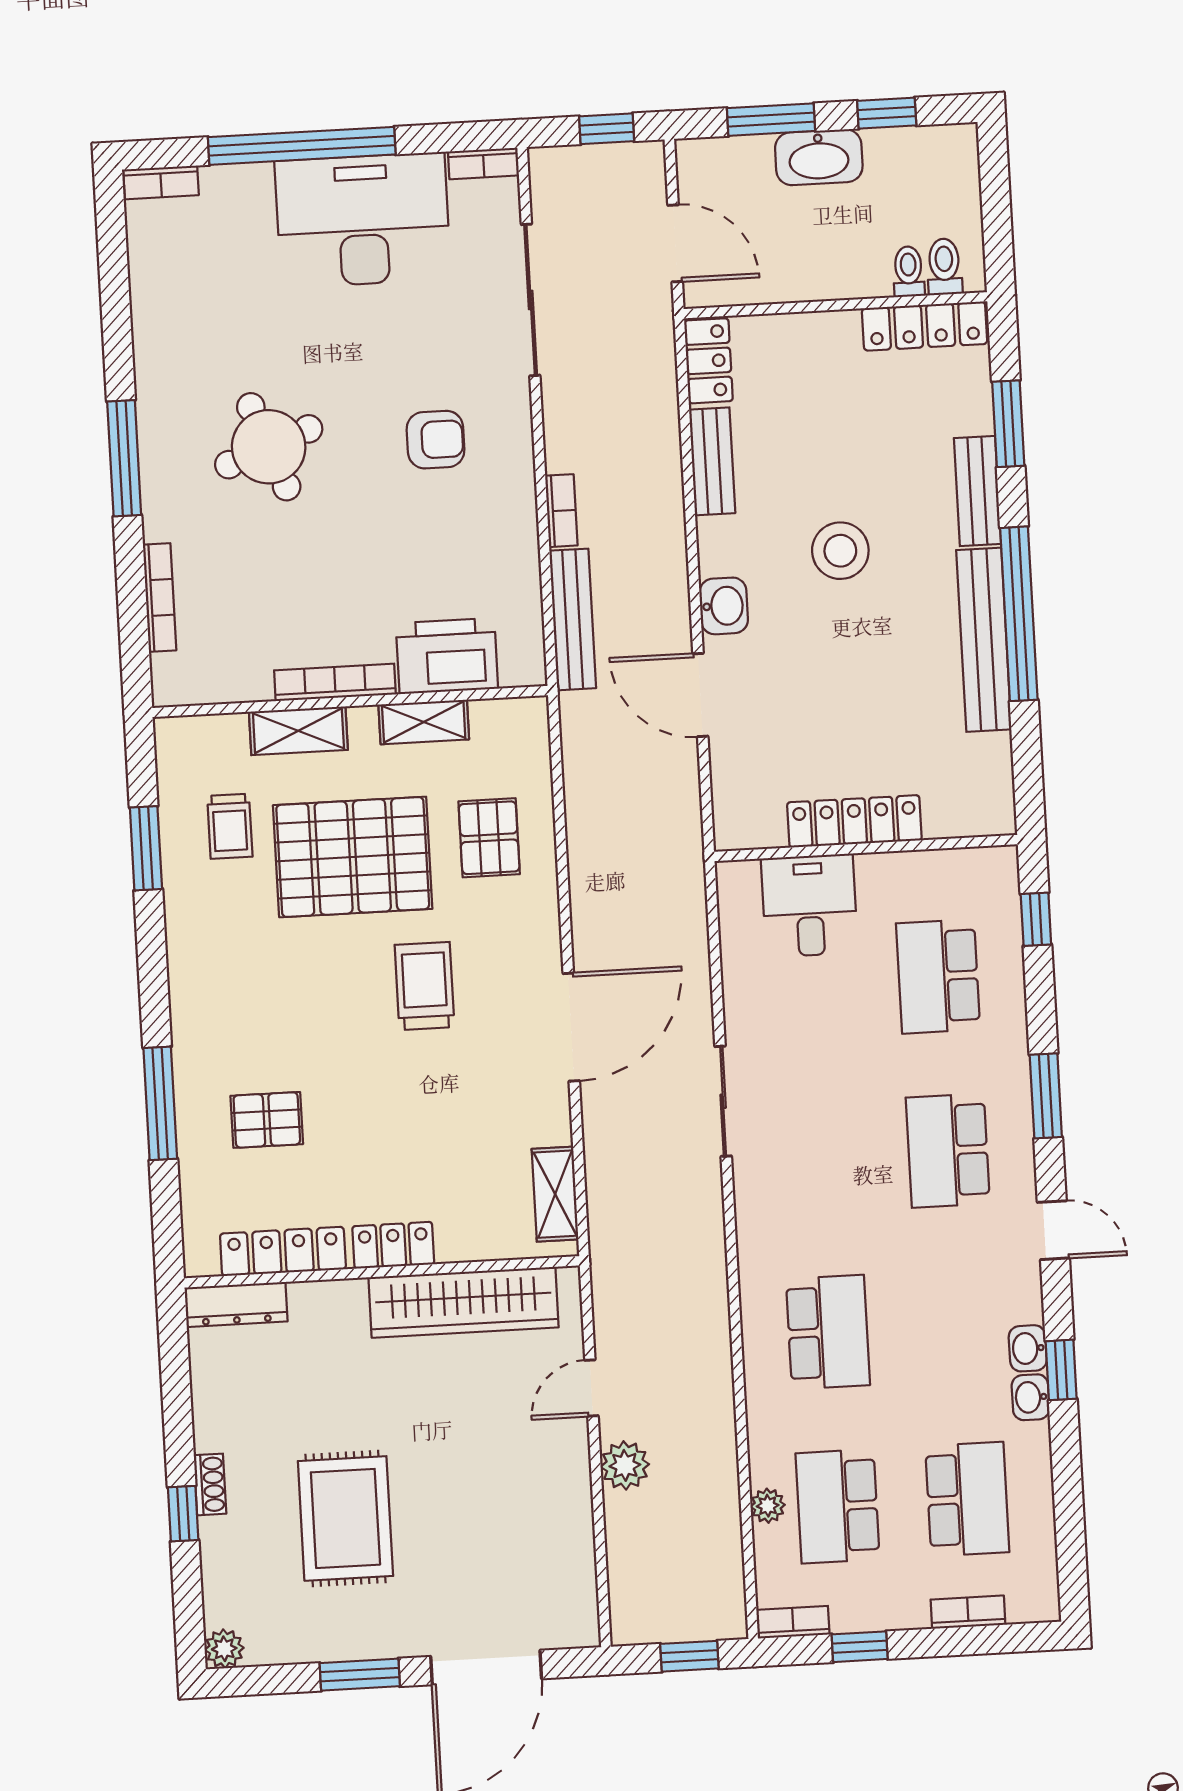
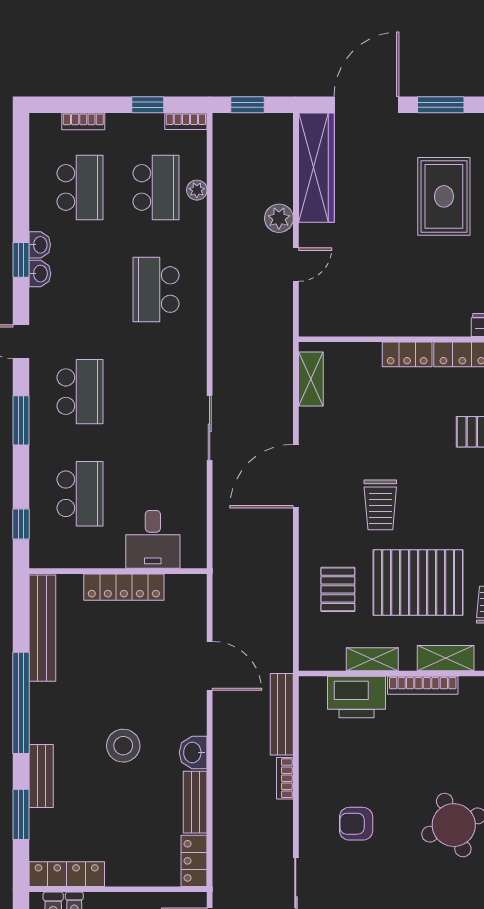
washbasin: (724, 606) -> (193, 753), moved
bench: (984, 640) -> (42, 628), moved
wardrobe: (464, 1302) -> (316, 168), moved, turned 90
school desk: (967, 1499) -> (80, 187), turned 180

